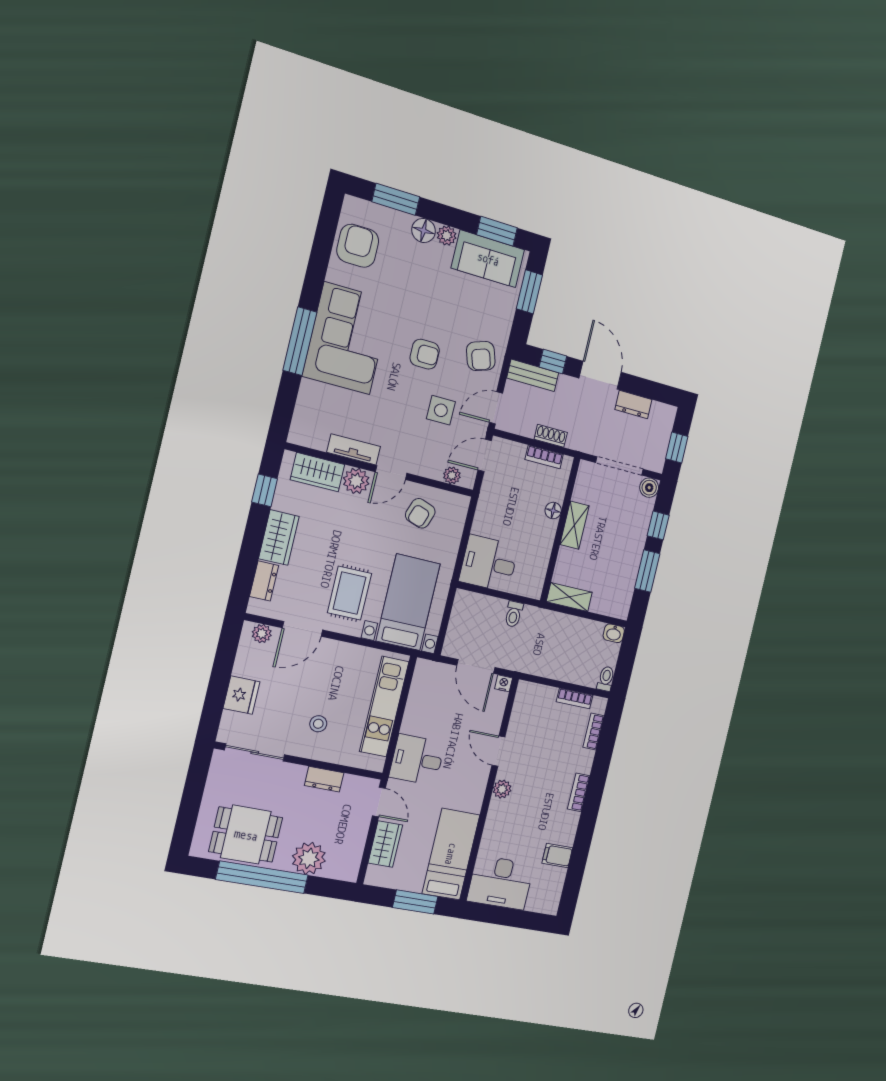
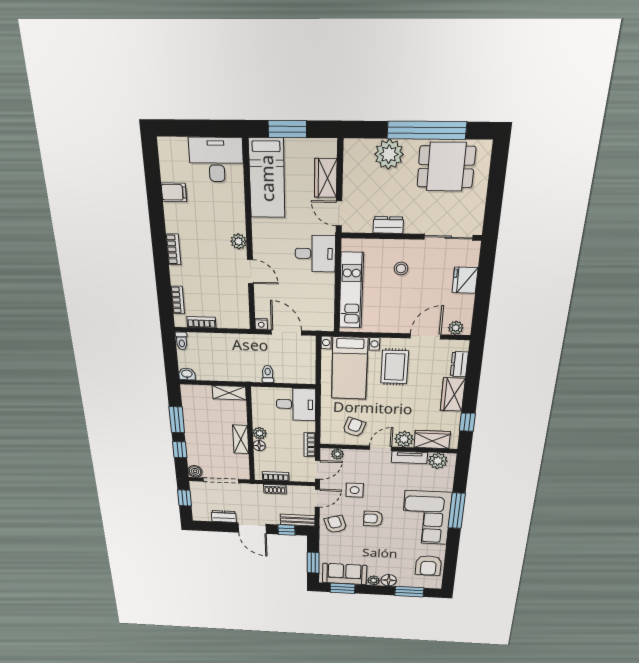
plant: (315, 435) -> (438, 461), added
bookcase: (486, 498) -> (310, 445), added
plant: (547, 529) -> (260, 433), added

